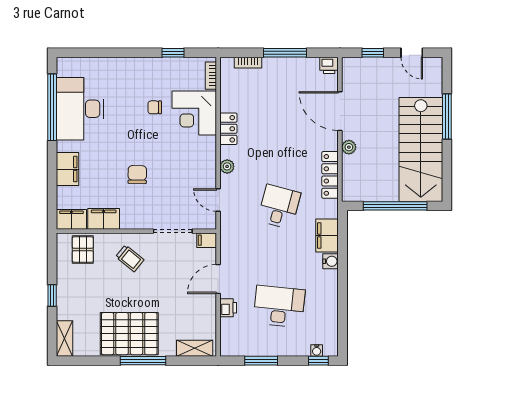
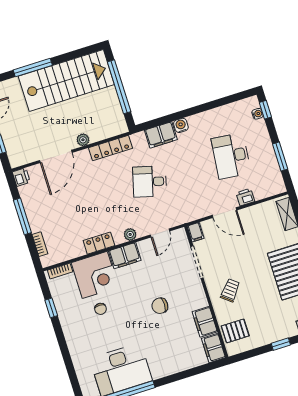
filing cabinet: (68, 169) -> (125, 256), moved, turned 180

